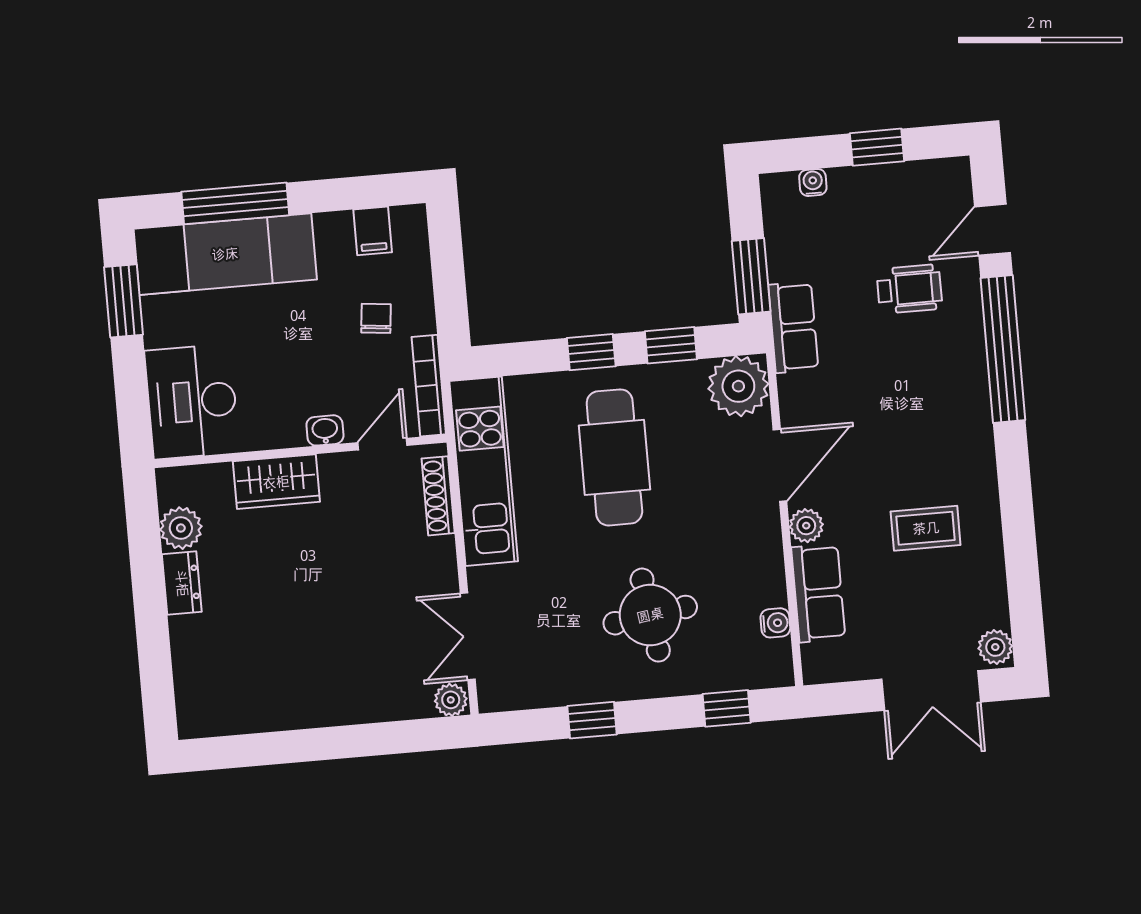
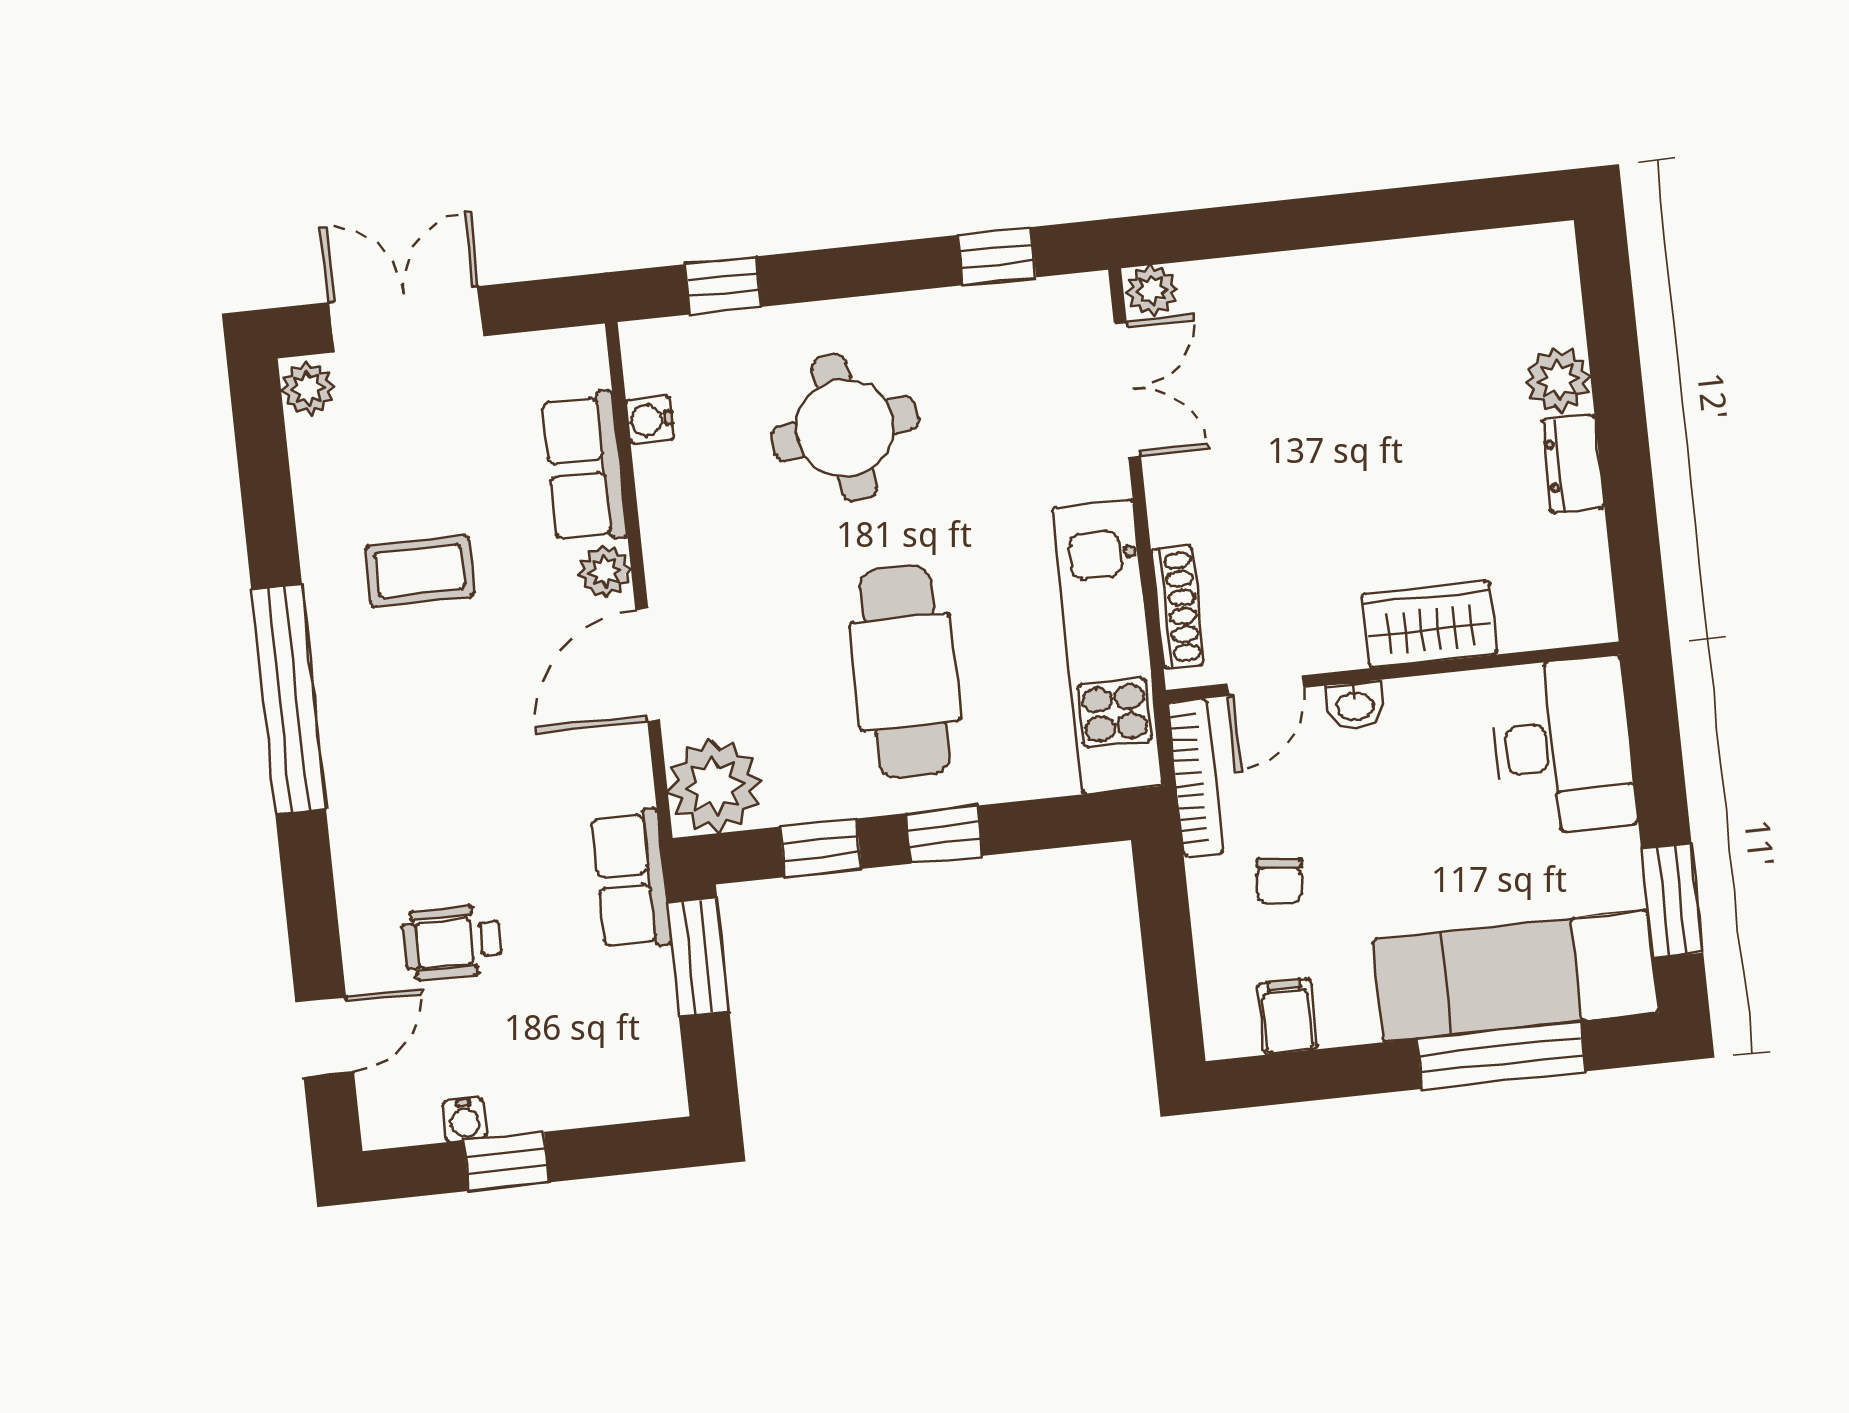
water cooler: (813, 182) -> (465, 1120), moved
window: (1003, 349) -> (289, 699), moved
plant: (181, 528) -> (1558, 380), moved
window: (592, 720) -> (997, 256), moved

